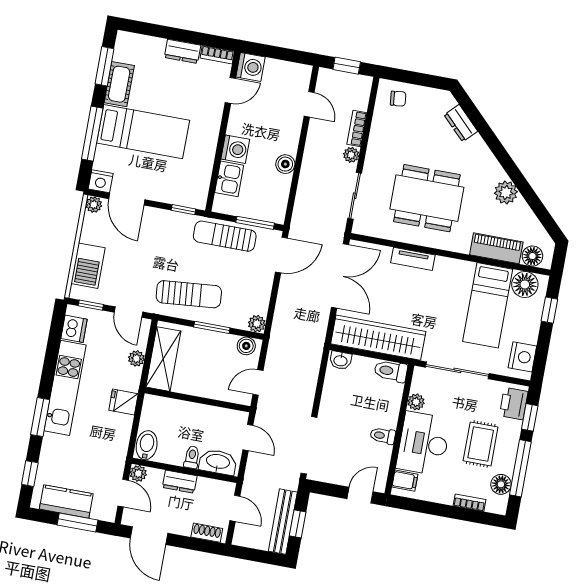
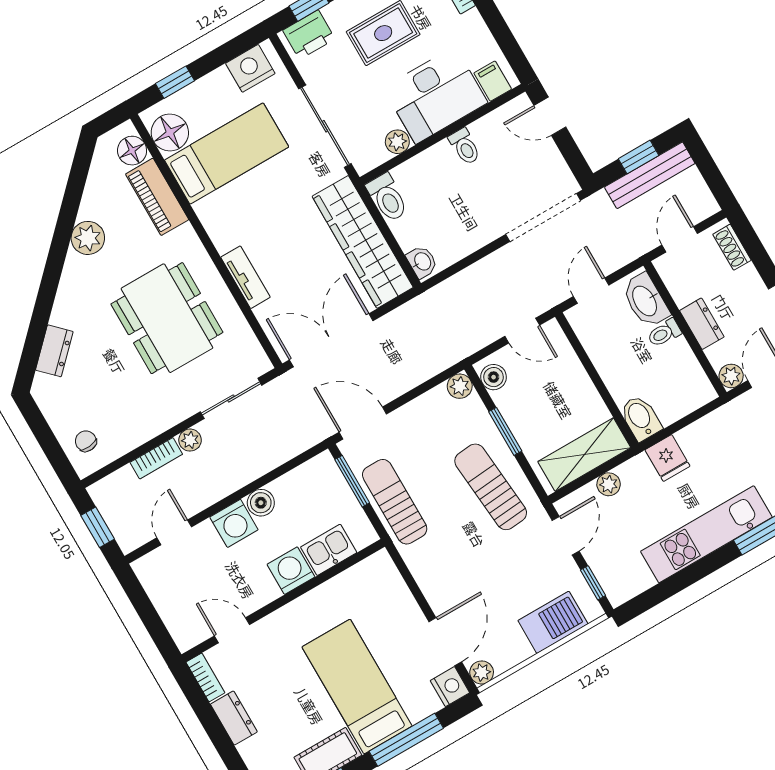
washing machine: (250, 67) -> (234, 523), moved, turned 180
window: (183, 210) -> (404, 571), removed
sun lounger: (225, 236) -> (395, 502), turned 180
dishwasher: (74, 329) -> (634, 579), removed
bidet: (147, 445) -> (641, 418), moved, turned 90

